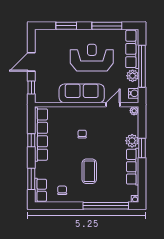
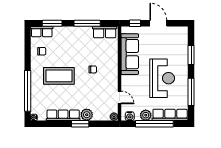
sofa: (82, 93) -> (130, 54), moved
row of seats: (41, 135) -> (105, 32), width x0.50
window: (31, 140) -> (87, 23), width x2.17
coffee table: (89, 171) -> (59, 76), width x1.36, depth x1.32

